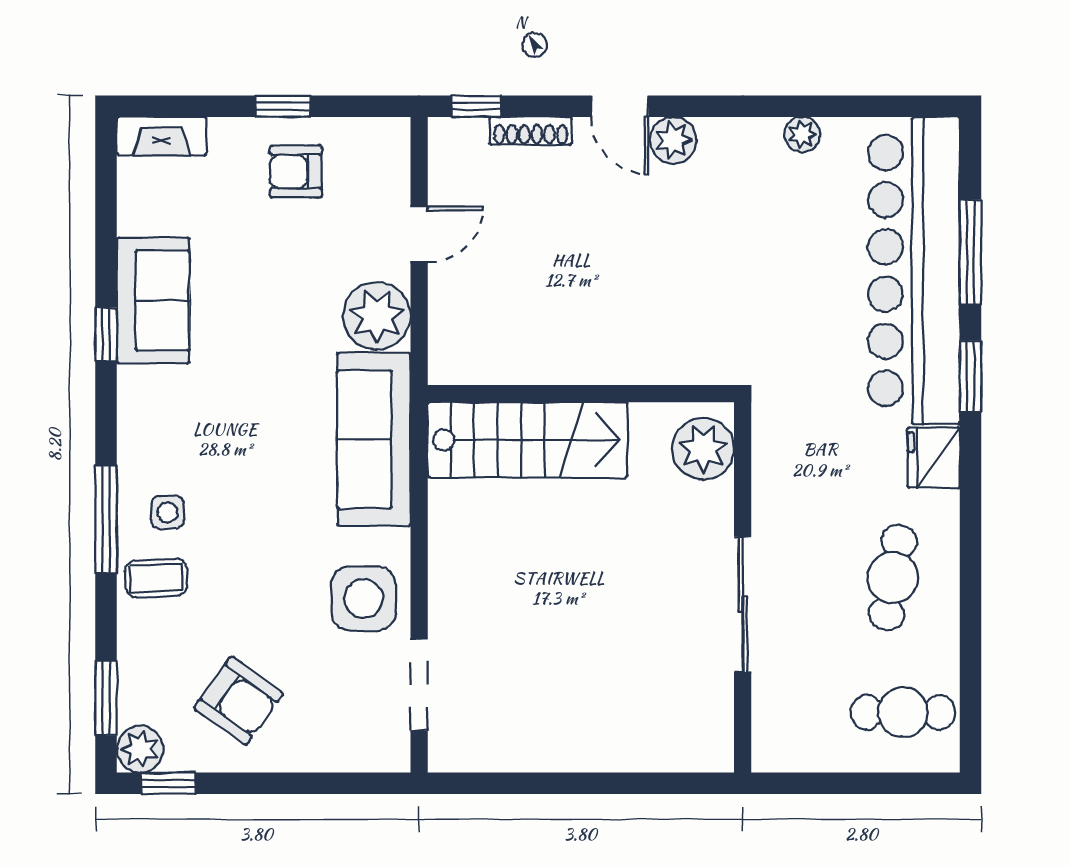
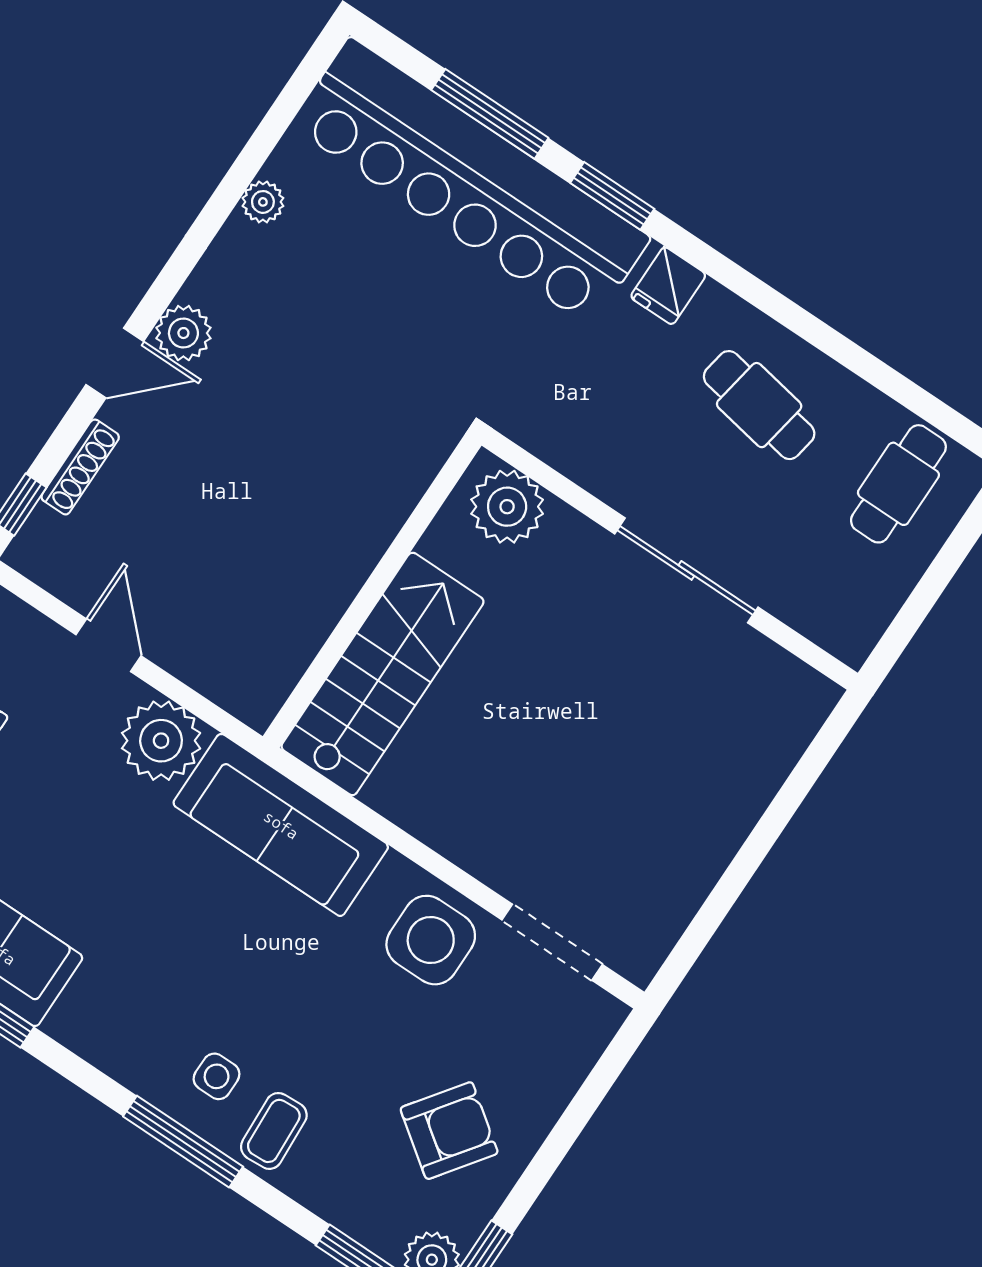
fridge: (934, 458) -> (668, 286), width x0.72

